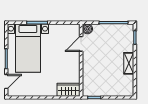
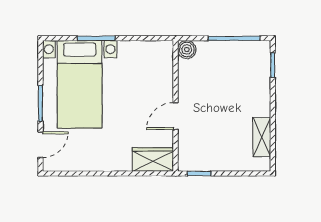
door: (81, 44) -> (176, 116), moved
shelving: (129, 63) -> (262, 137), moved

